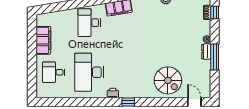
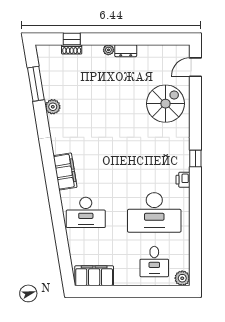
filing cabinet: (43, 40) -> (94, 276), moved
window: (215, 57) -> (133, 39), removed
plant: (41, 93) -> (182, 278), added

